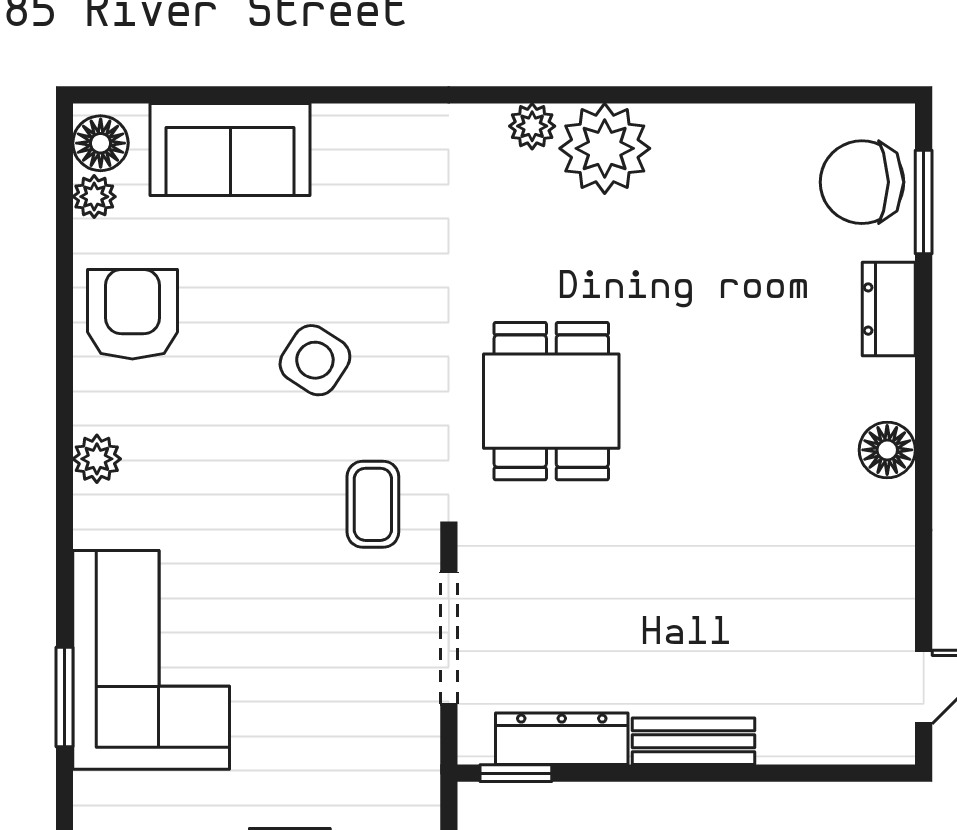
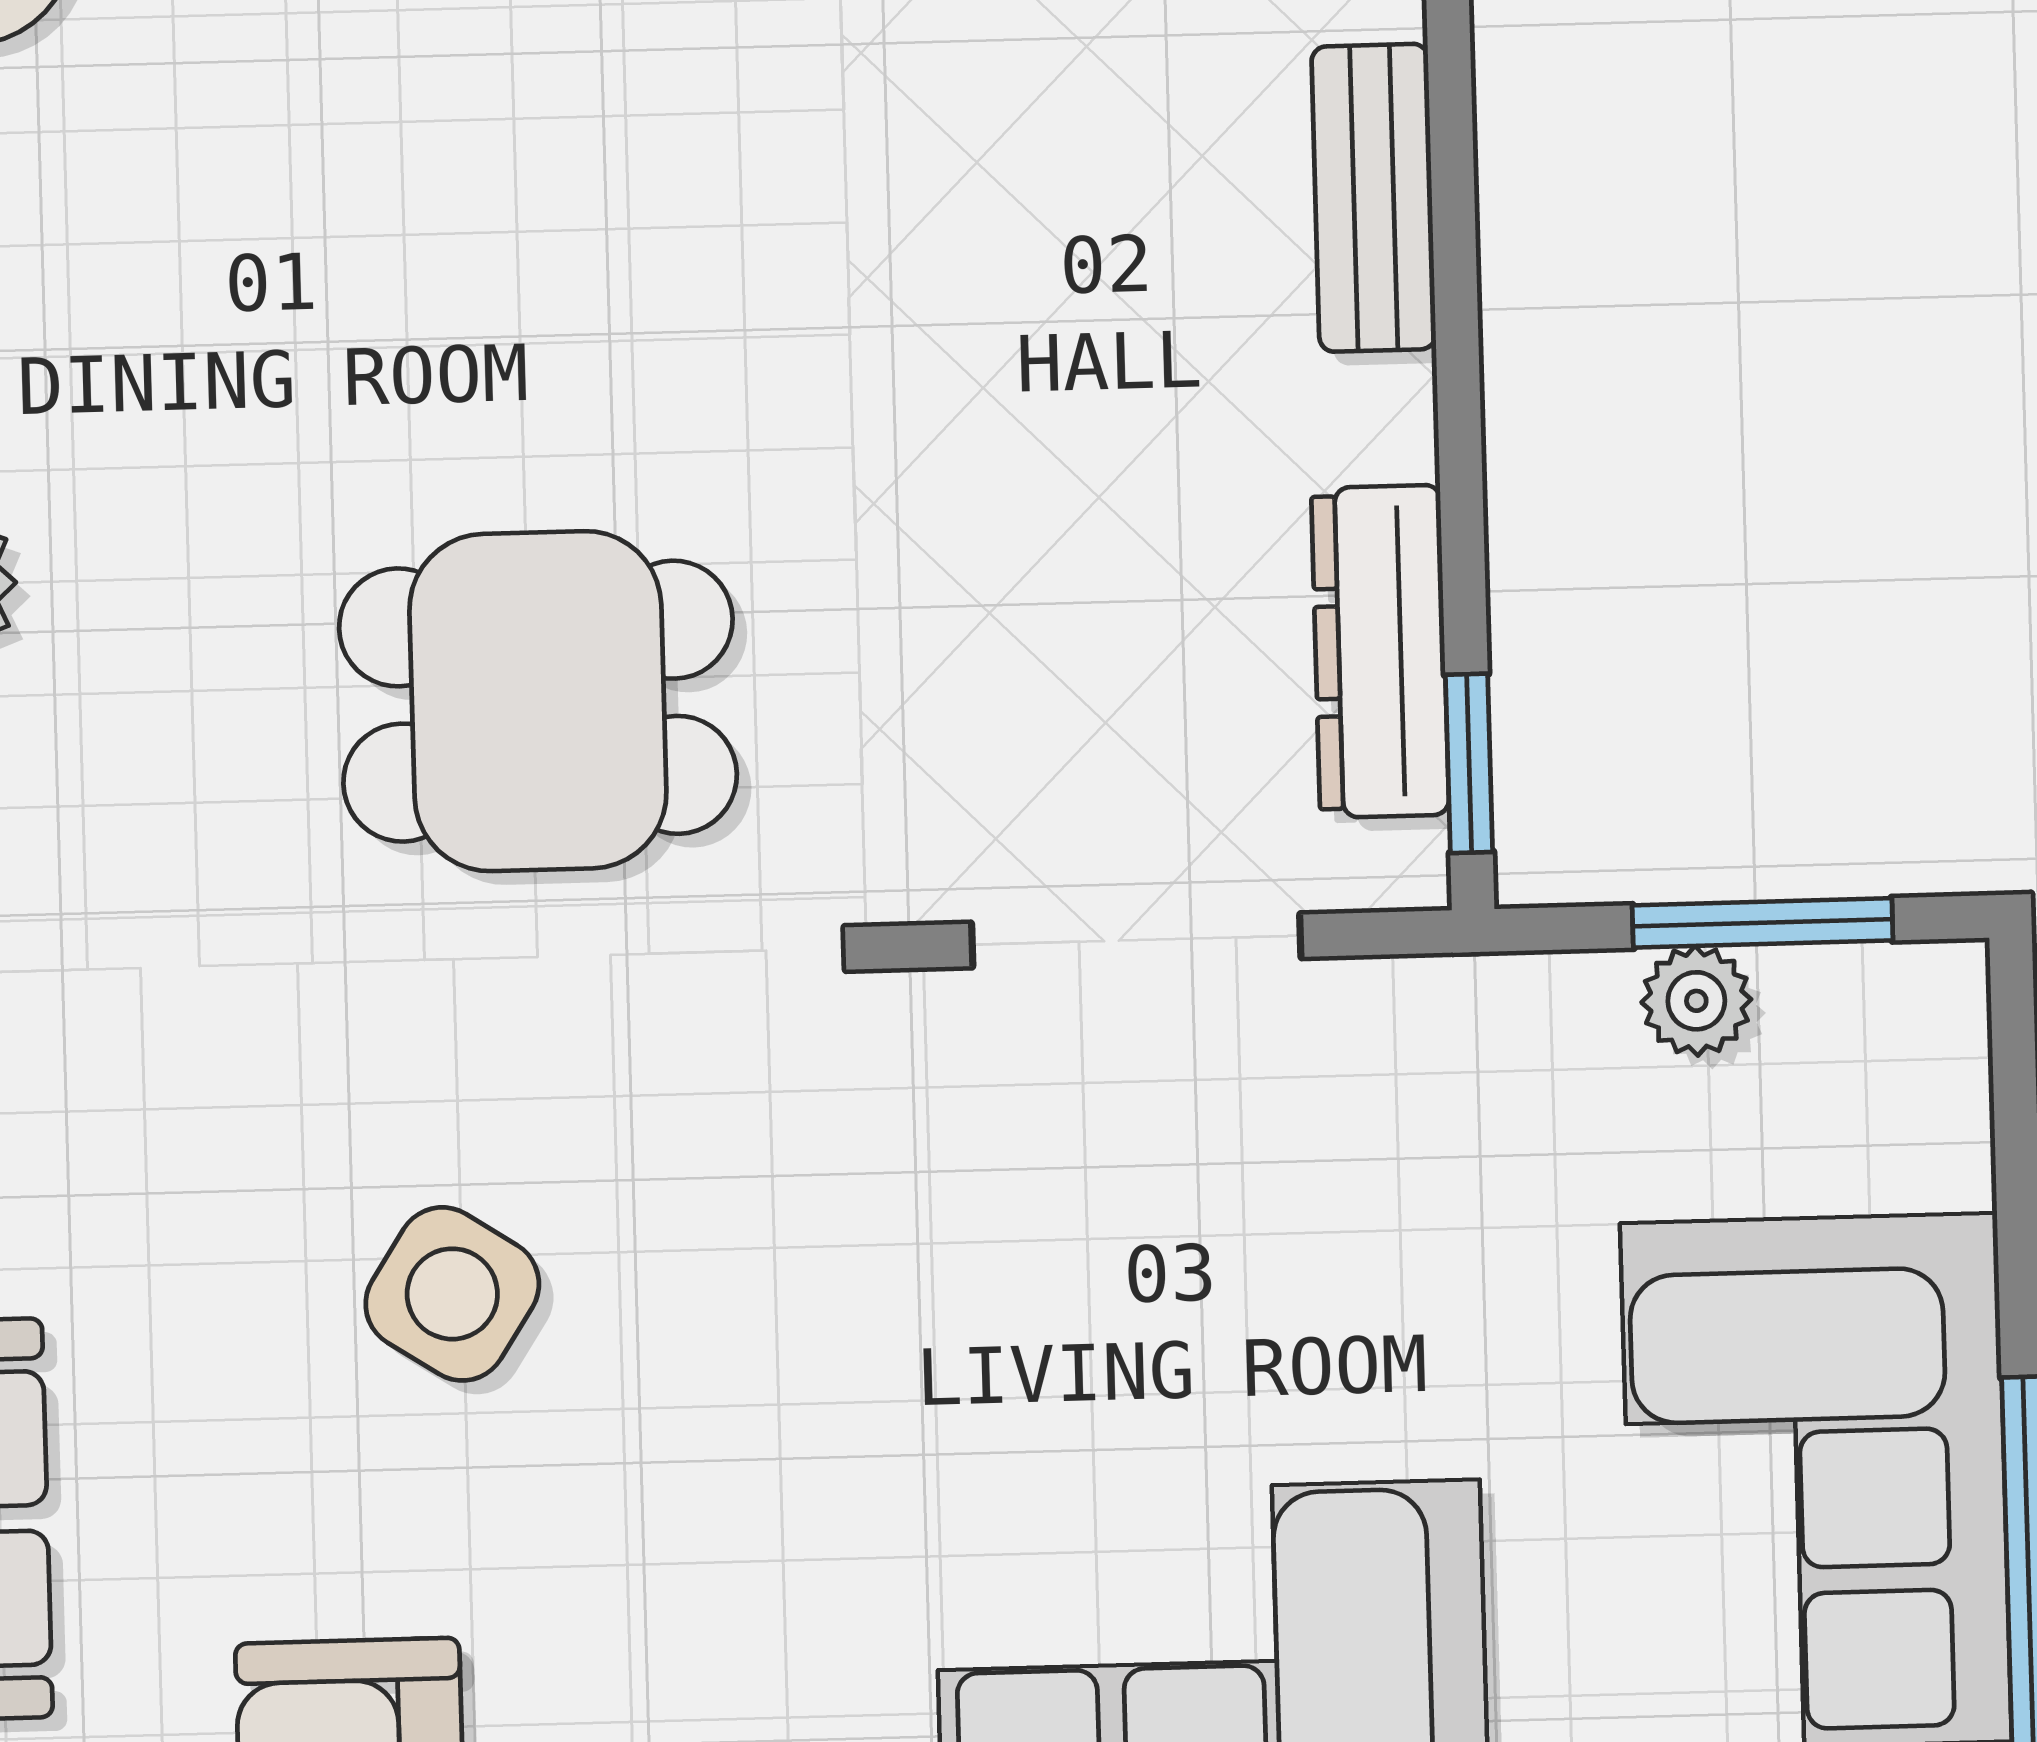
coffee table: (373, 504) -> (808, 1139), removed
bench: (694, 741) -> (1374, 198), moved

